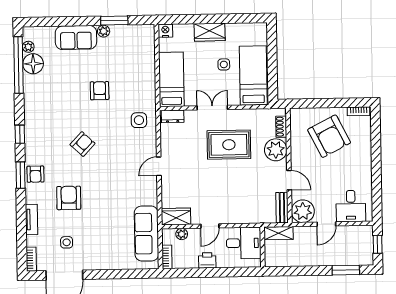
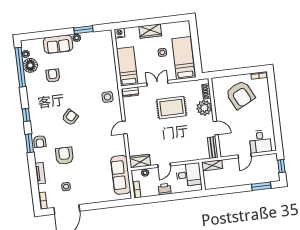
armchair: (100, 91) -> (53, 76), moved
plant: (303, 211) -> (227, 148), removed

